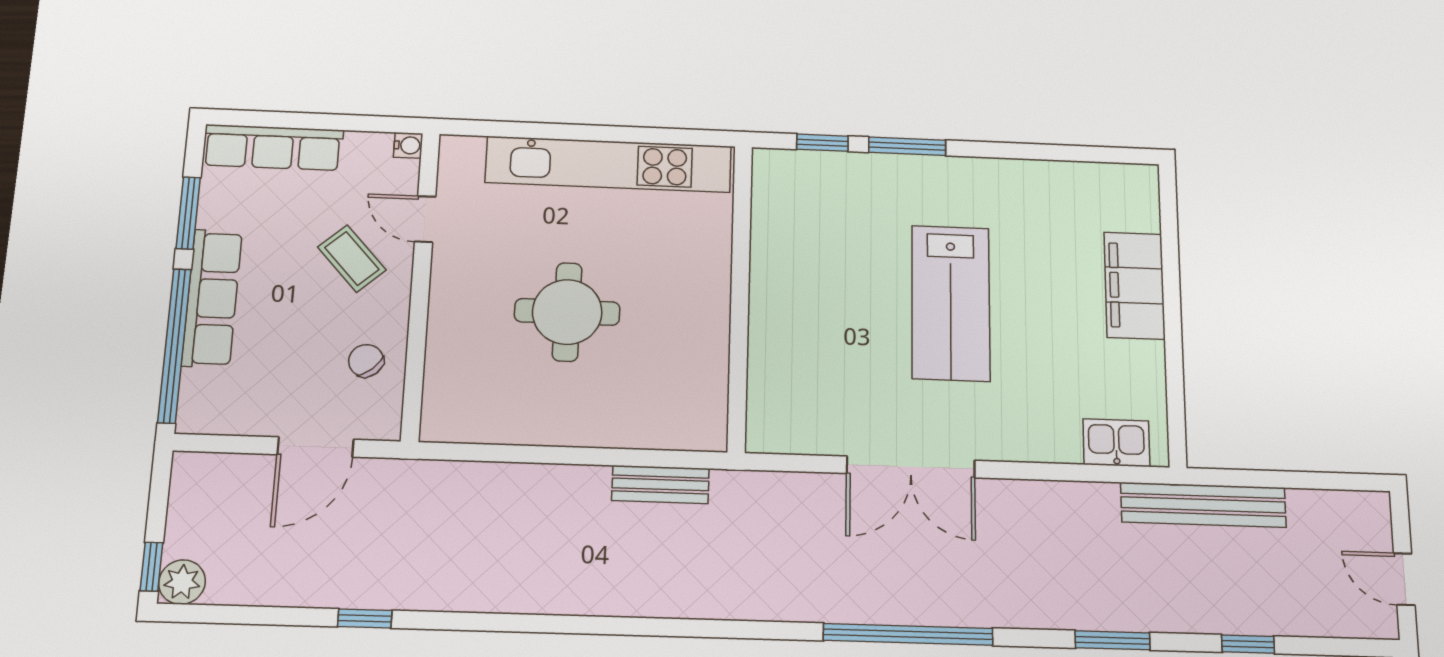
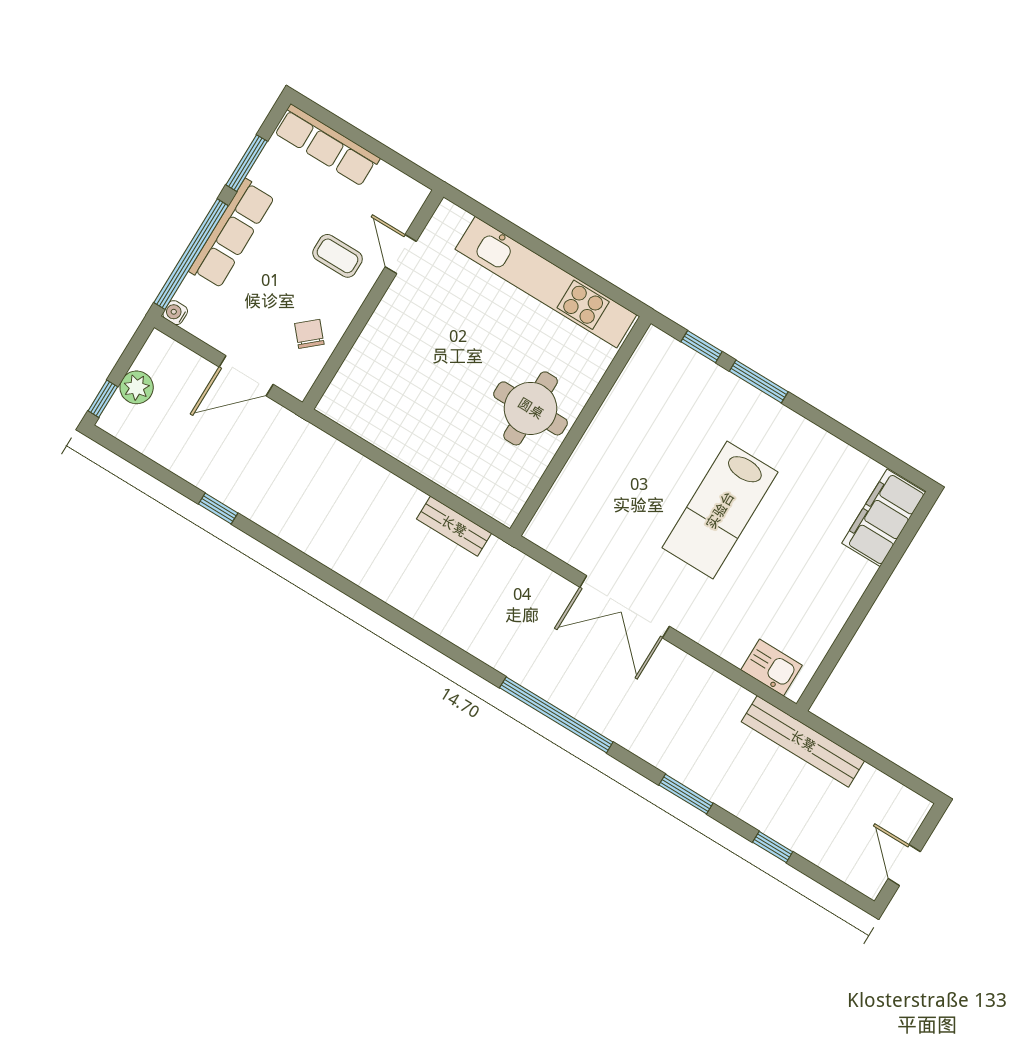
water cooler: (408, 145) -> (175, 313), moved, turned 180
coffee table: (352, 259) -> (338, 256), turned -48
filing cabinet: (1134, 285) -> (884, 518), moved
round table: (567, 312) -> (531, 408), moved
plant: (182, 582) -> (137, 387), moved

